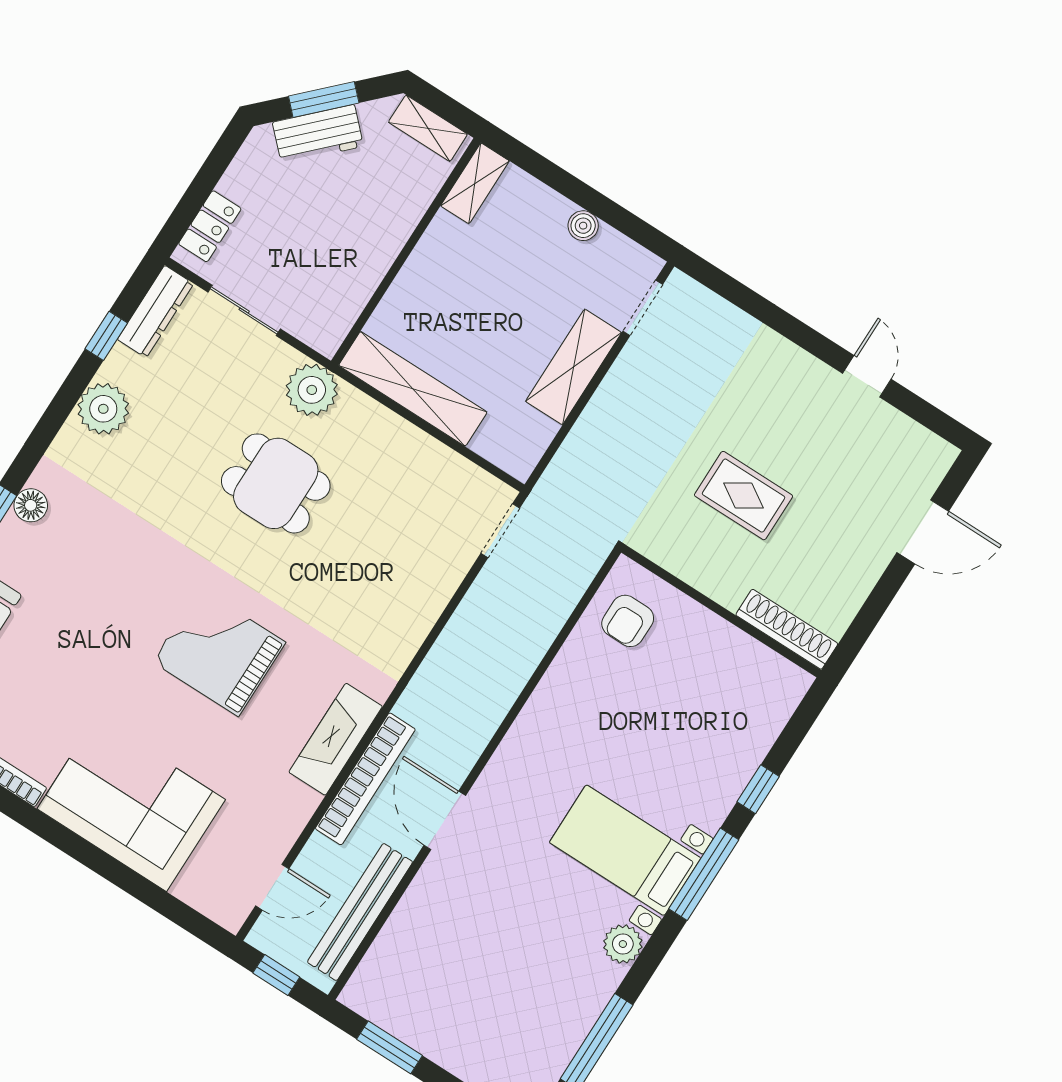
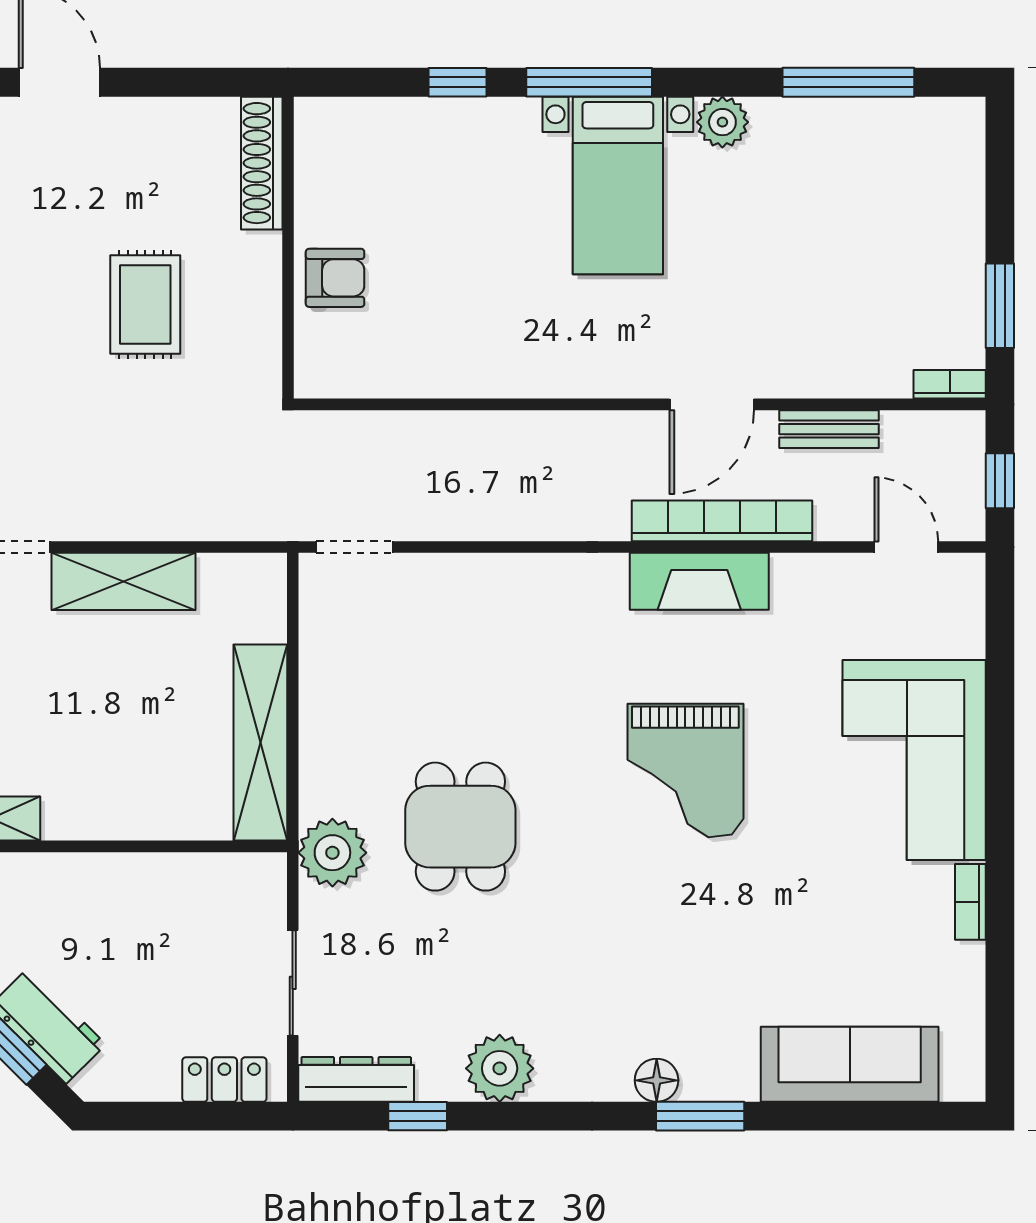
armchair: (628, 621) -> (335, 278), moved
bench: (360, 912) -> (829, 429), width x0.54, depth x0.82
bookcase: (359, 982) -> (950, 384), added

